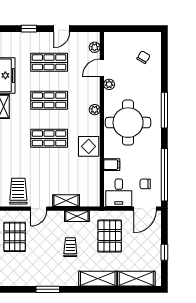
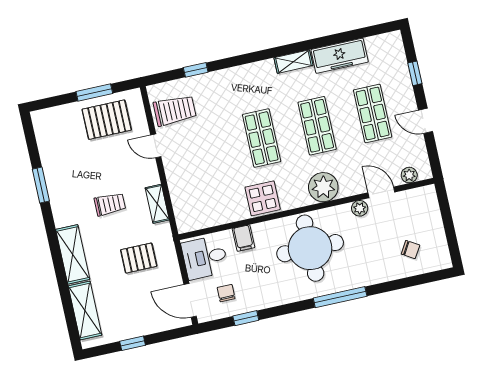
plant: (95, 110) -> (323, 187), width x1.87, depth x1.87
window: (164, 175) -> (246, 318), width x0.32
shelving: (66, 201) -> (176, 183), removed
pallet: (110, 236) -> (139, 258), width x0.67, depth x0.71

